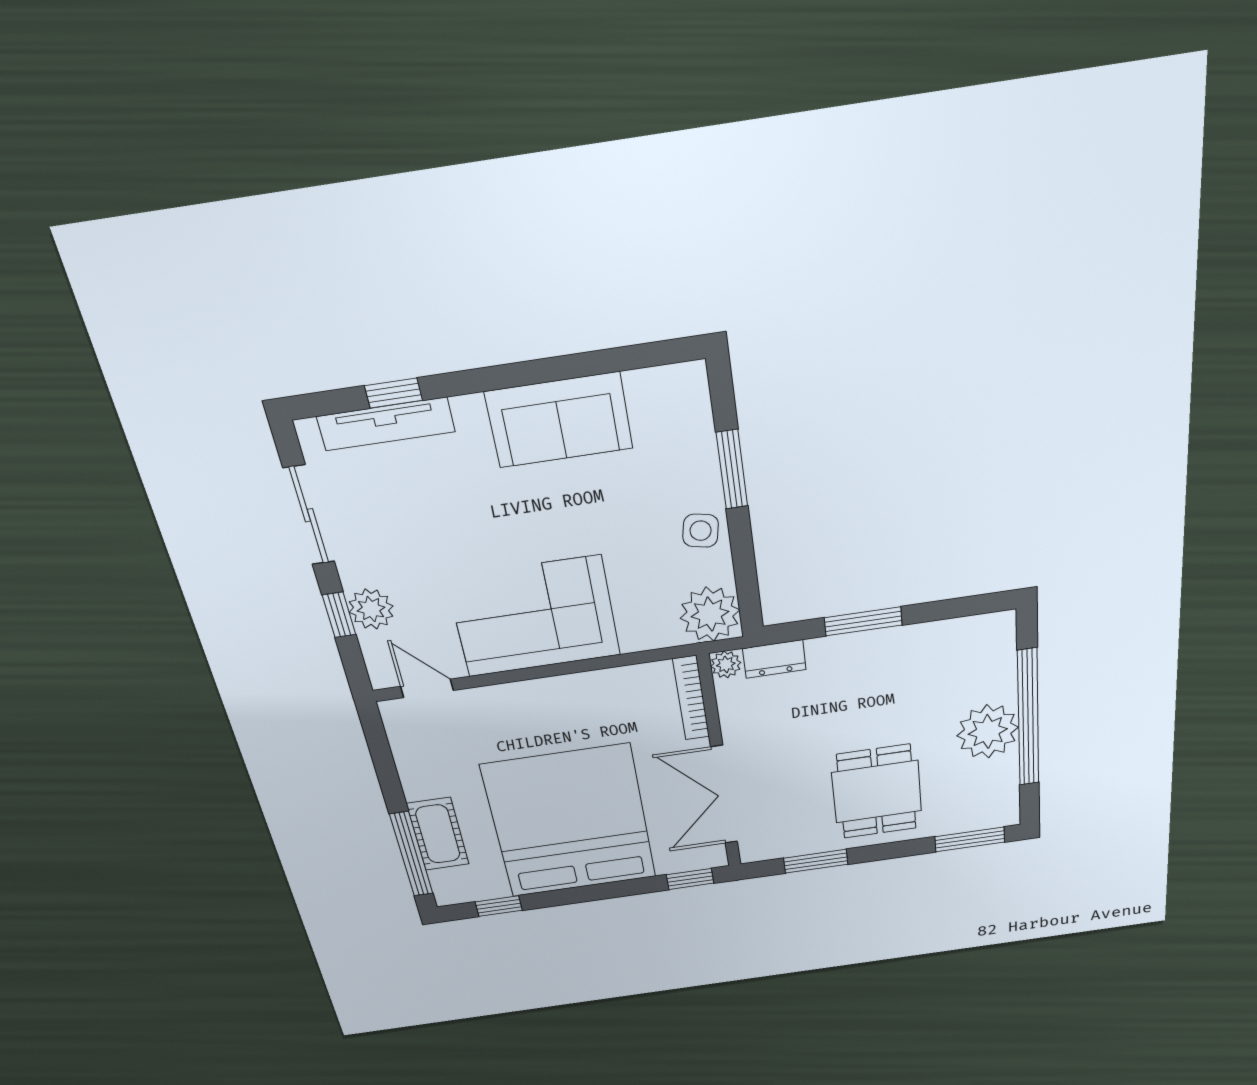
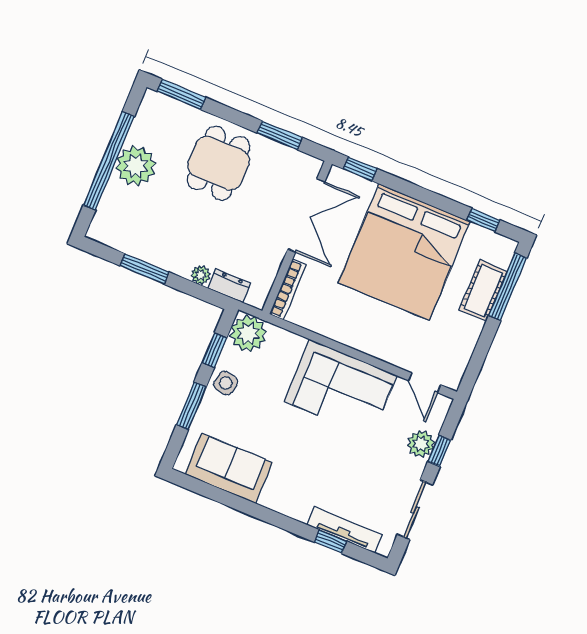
sofa: (559, 420) -> (229, 468), moved
window: (744, 565) -> (214, 350), added
window: (863, 621) -> (144, 269), moved
plant: (726, 664) -> (201, 275), moved

